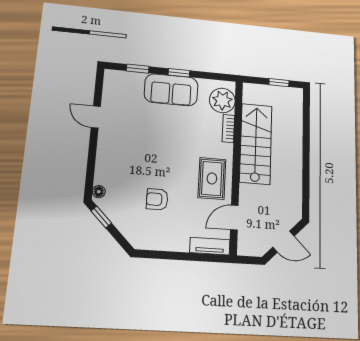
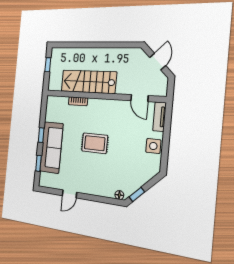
sofa: (171, 90) -> (51, 147), width x1.36
plant: (222, 100) -> (59, 105), removed
rug: (212, 178) -> (95, 143), moved
armchair: (157, 199) -> (125, 154), removed
side table: (170, 239) -> (153, 146), added

